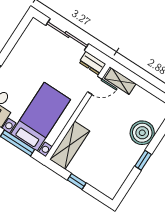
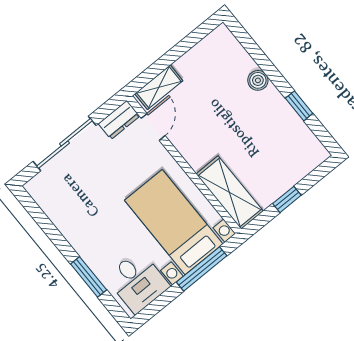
boiler: (142, 133) -> (258, 80), width x0.54, depth x0.54
window: (143, 160) -> (299, 106), moved

